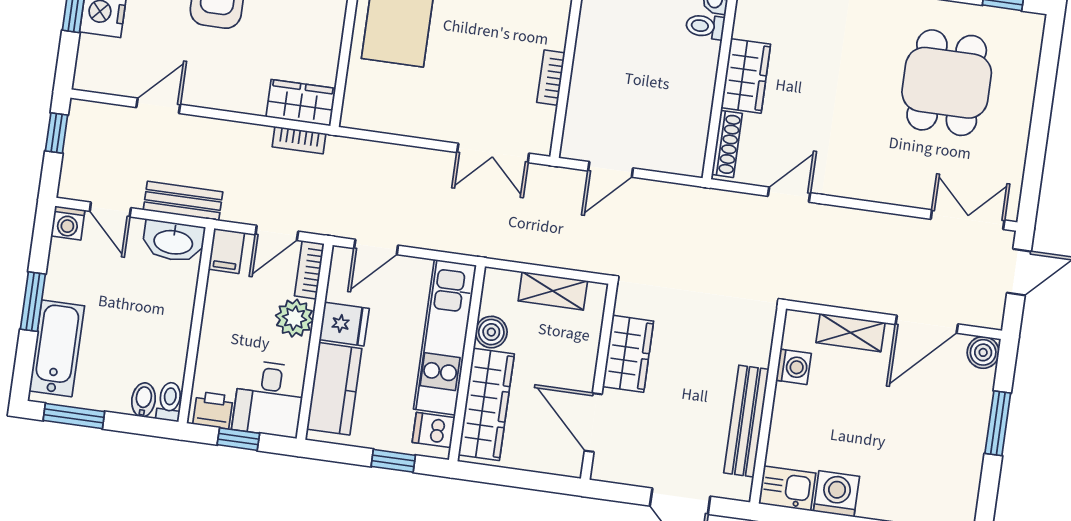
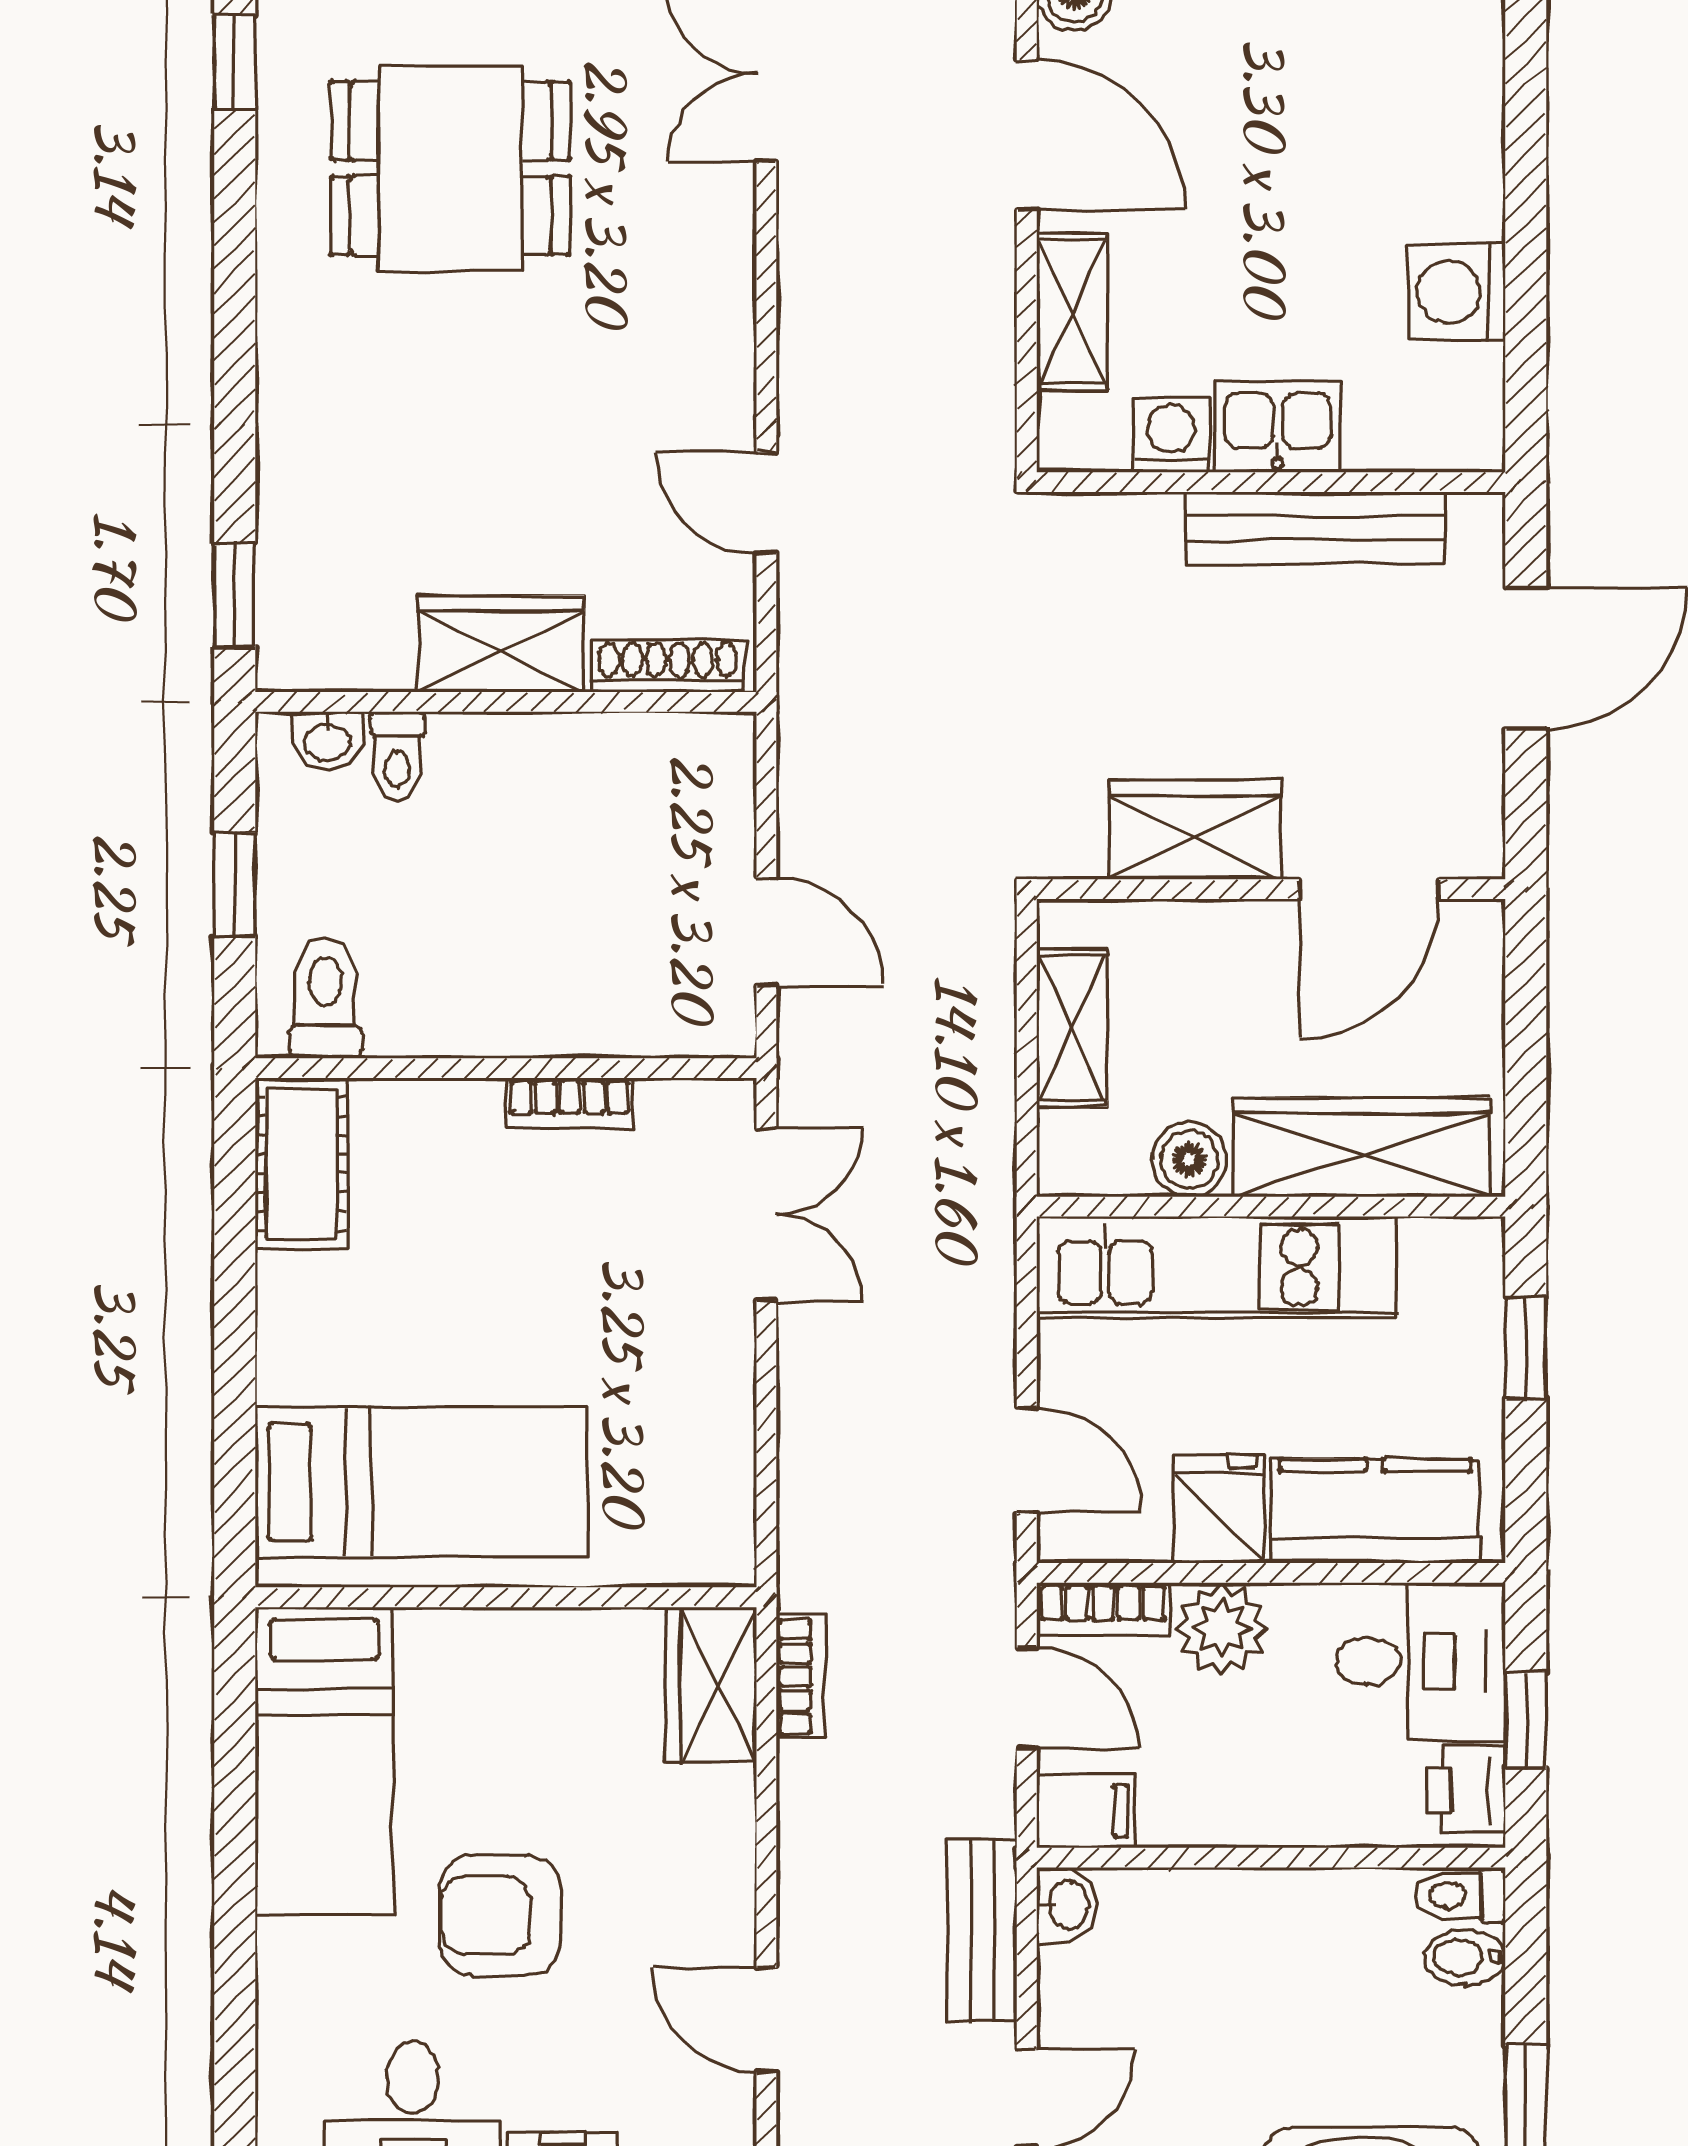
washbasin: (173, 241) -> (1067, 1905), width x0.52, depth x0.69
dishwasher: (434, 430) -> (1440, 1263), removed
kitchen sink: (787, 488) -> (1278, 427), moved, turned 90

